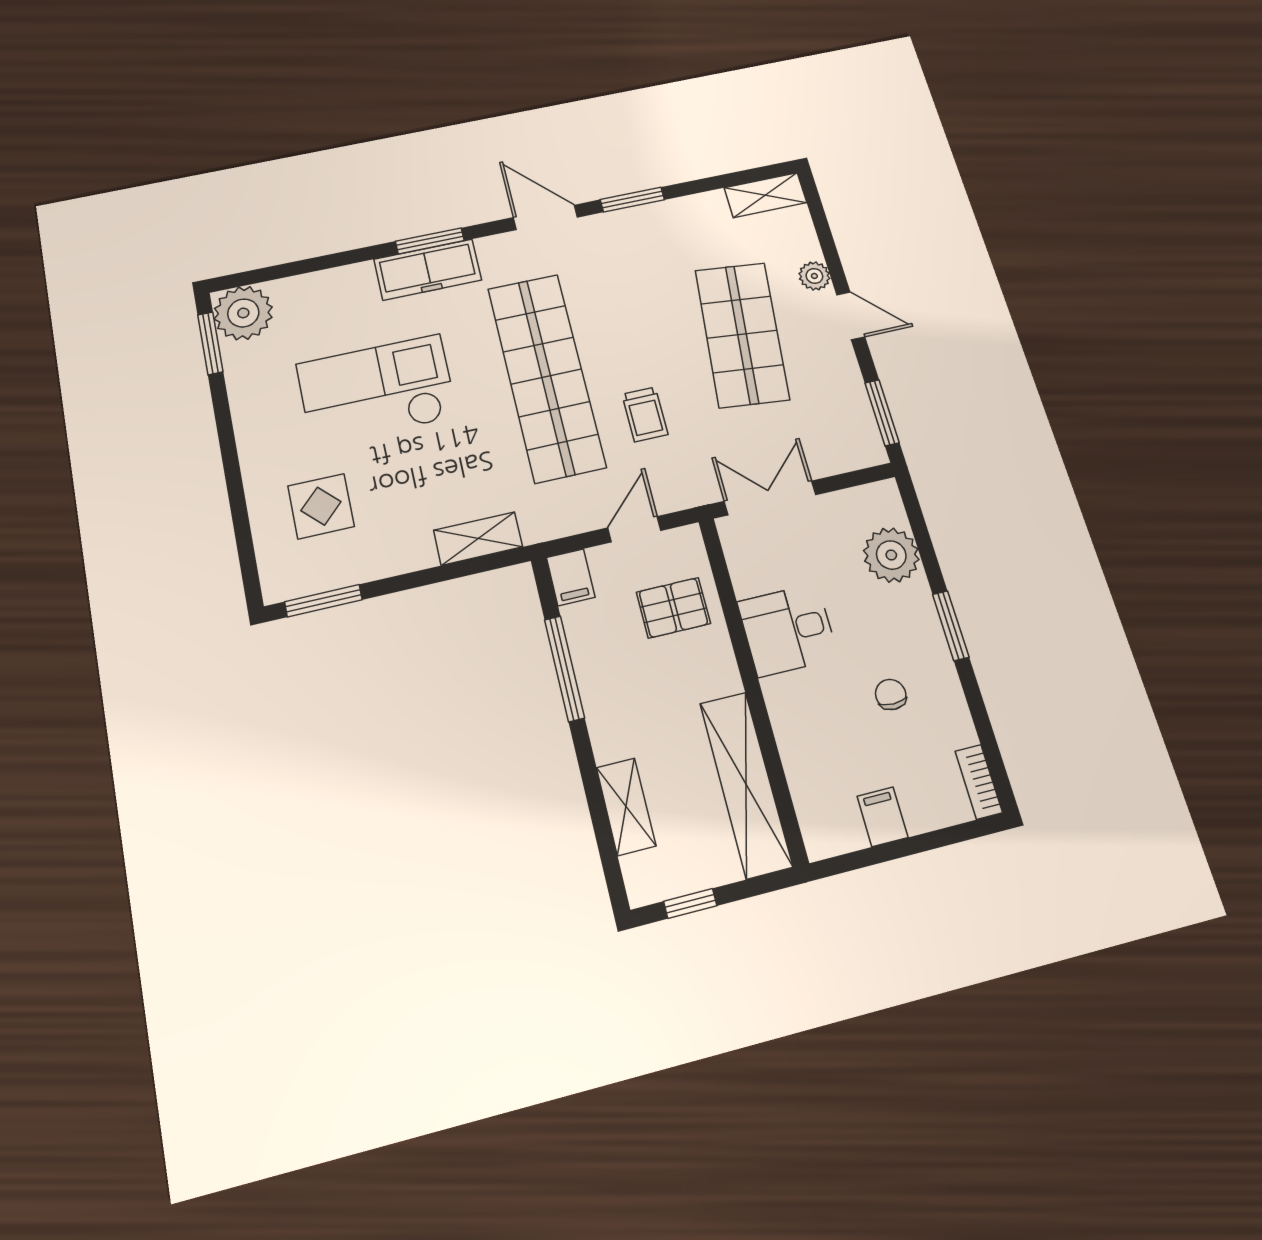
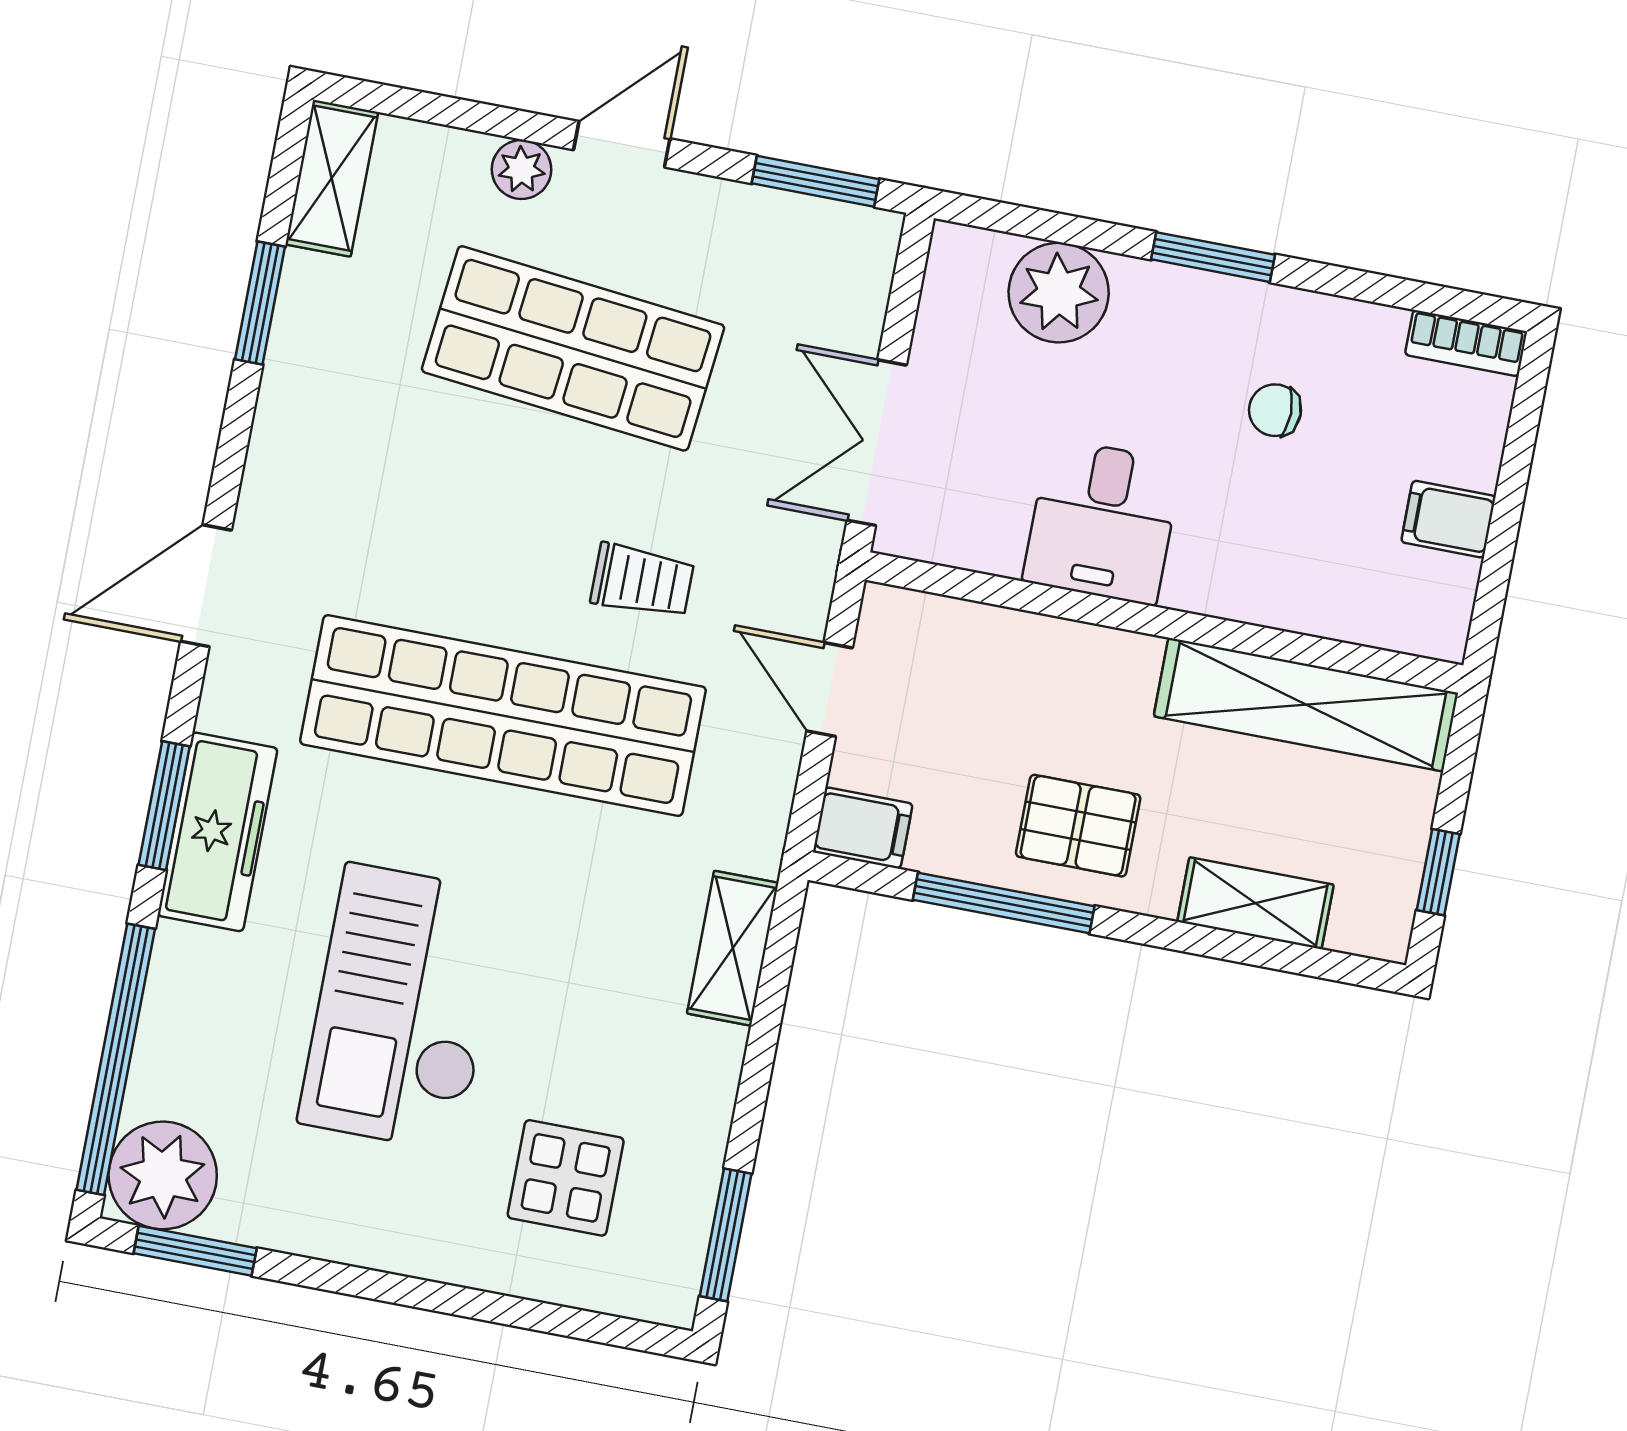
window: (632, 200) -> (260, 303), moved
window: (294, 269) -> (116, 1059), added
pallet: (673, 608) -> (1078, 826), moved, turned 90

